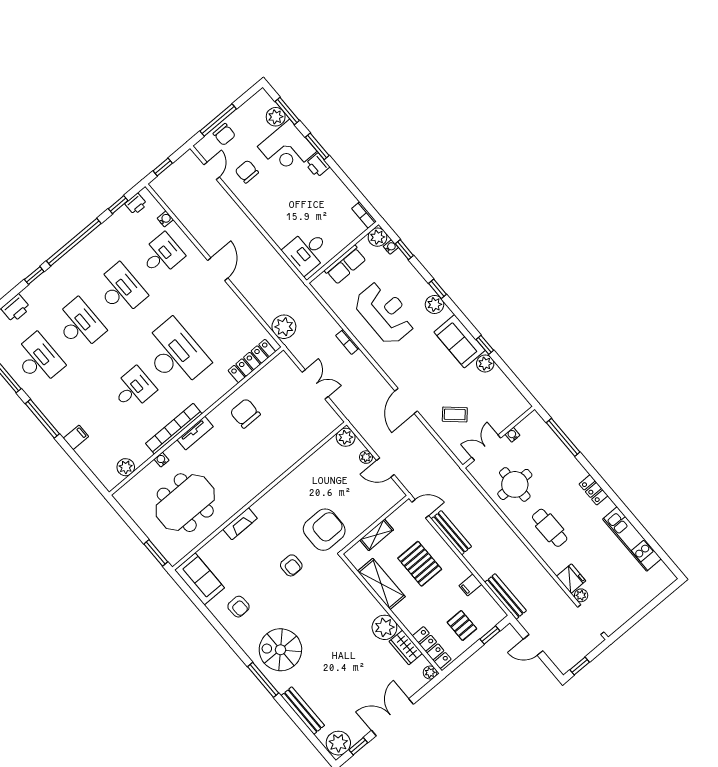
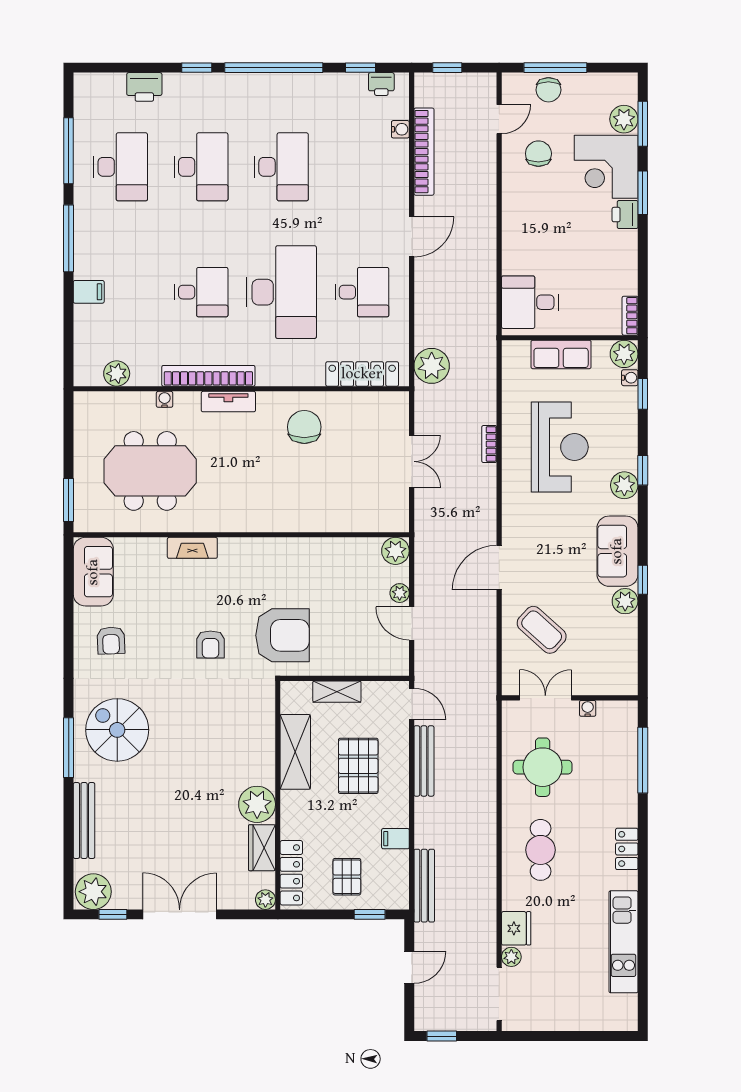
bookcase: (187, 220) -> (424, 152), added
desk: (162, 255) -> (362, 292), moved
coffee table: (455, 414) -> (542, 630), width x1.36, depth x1.30
door: (533, 645) -> (409, 967), swing flipped

